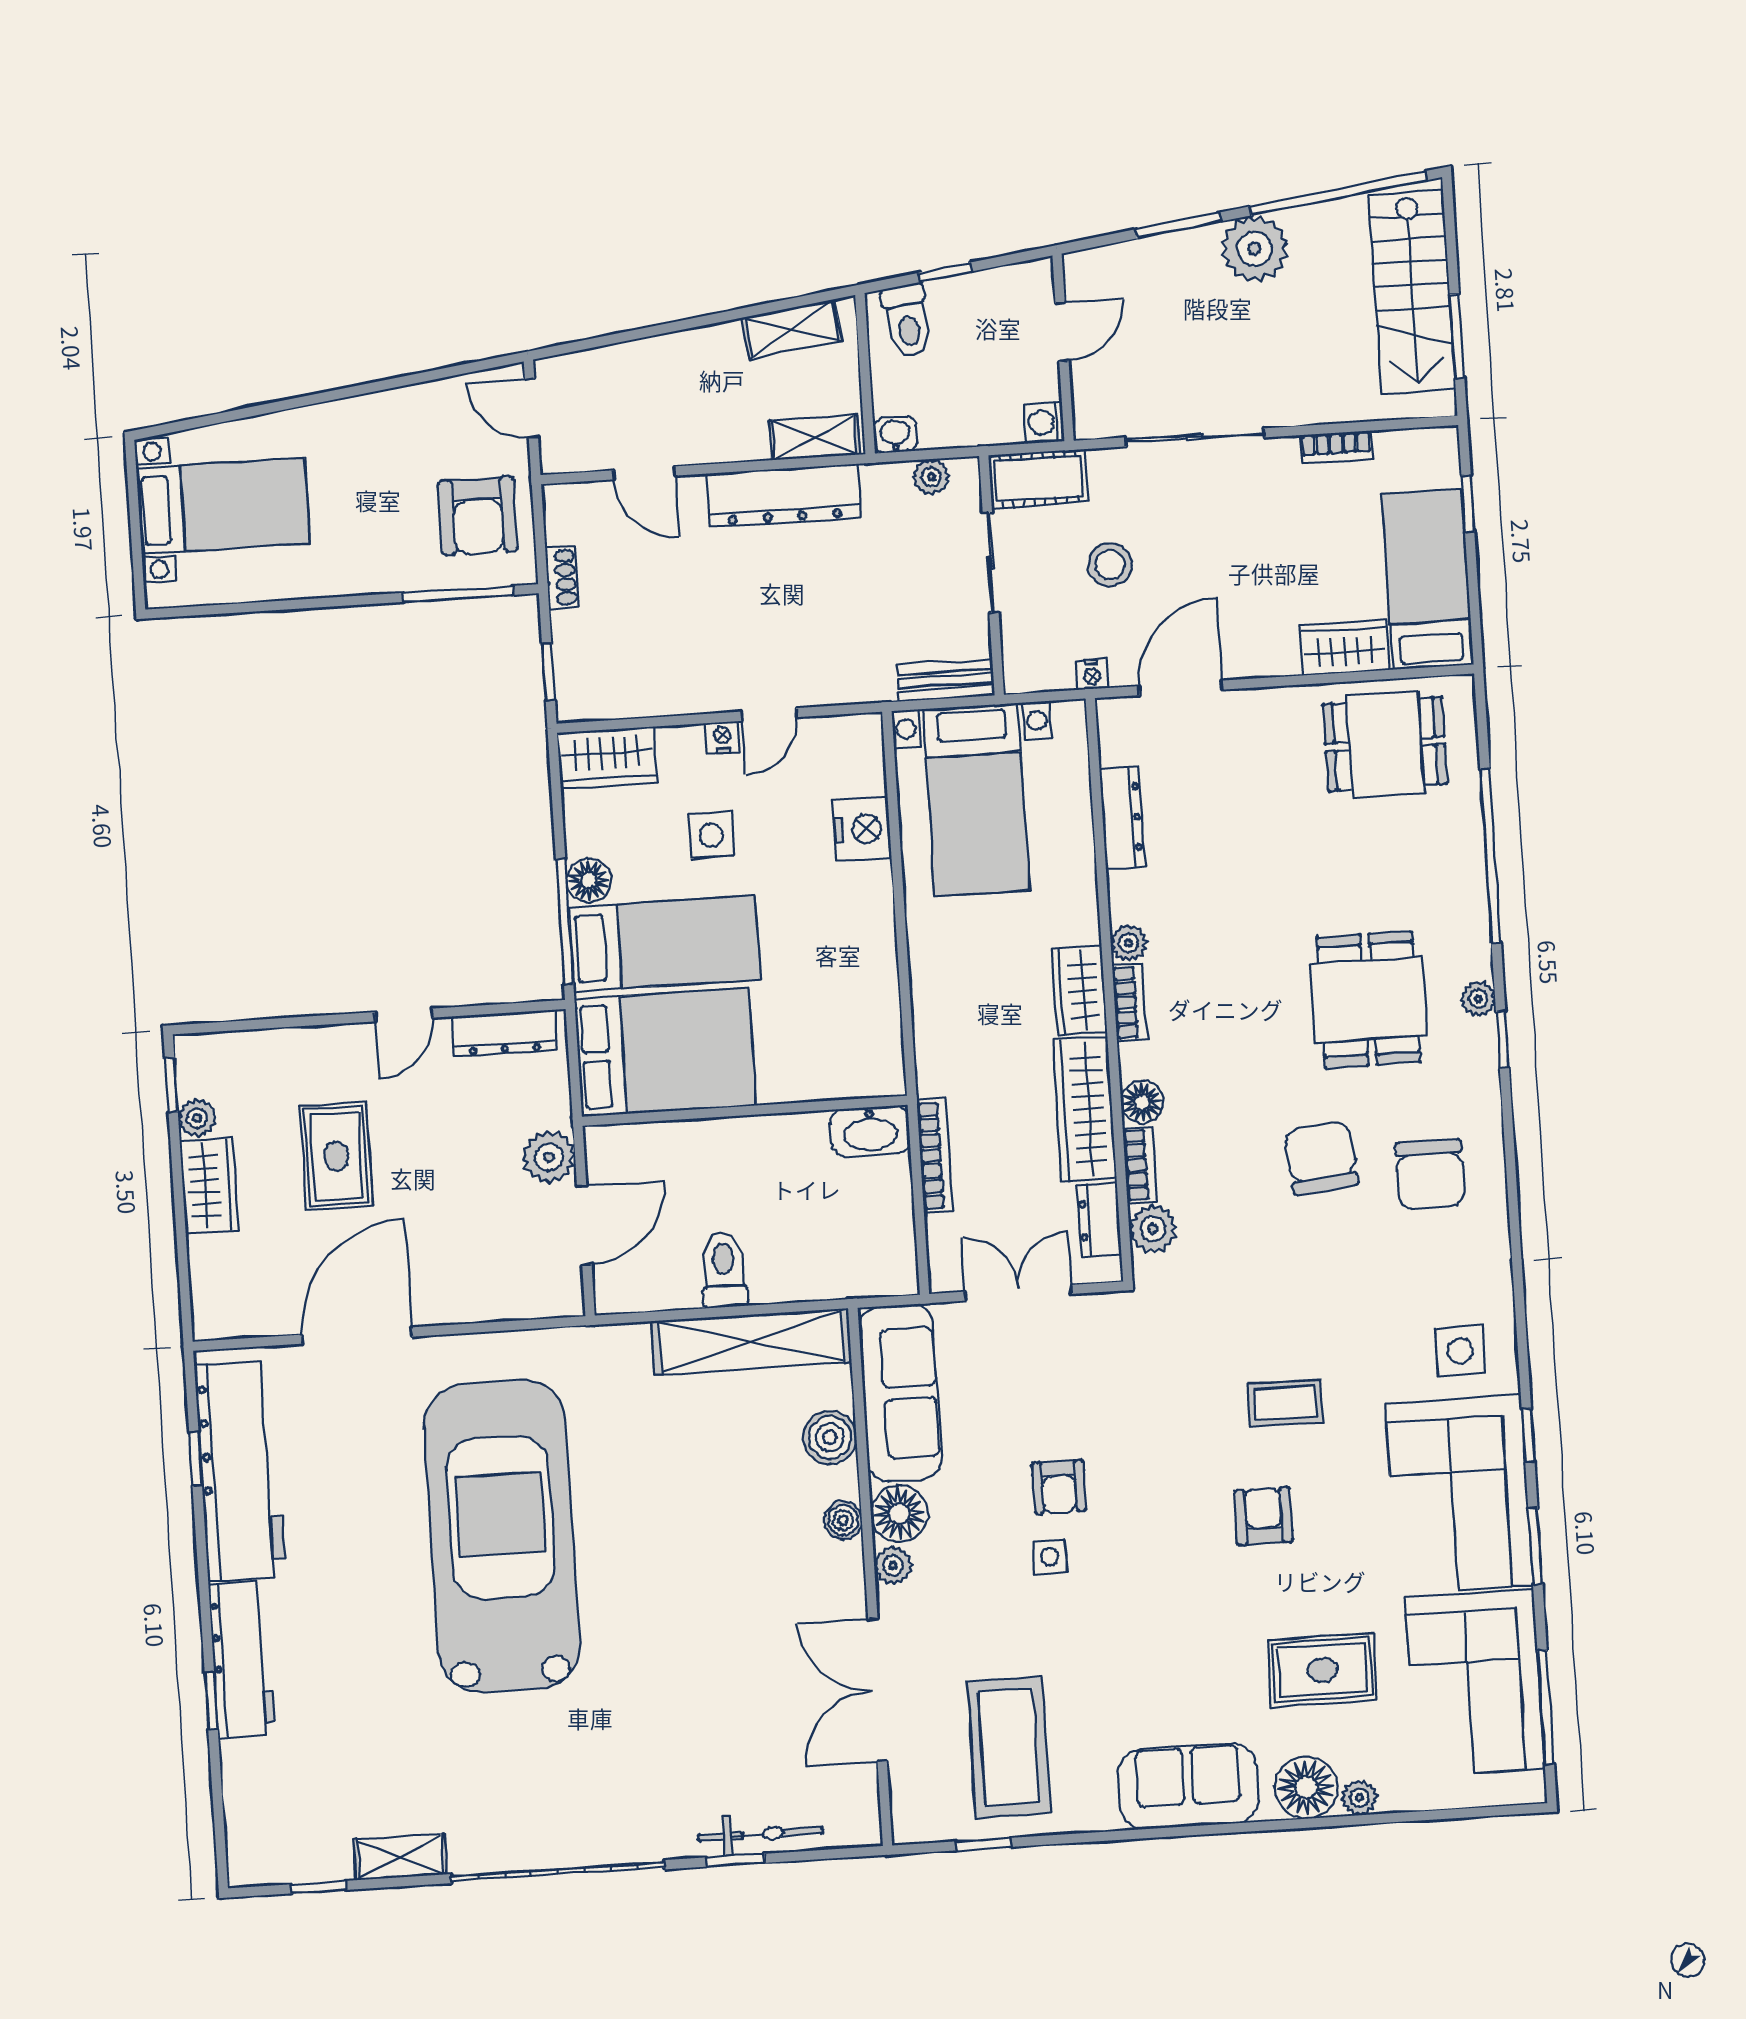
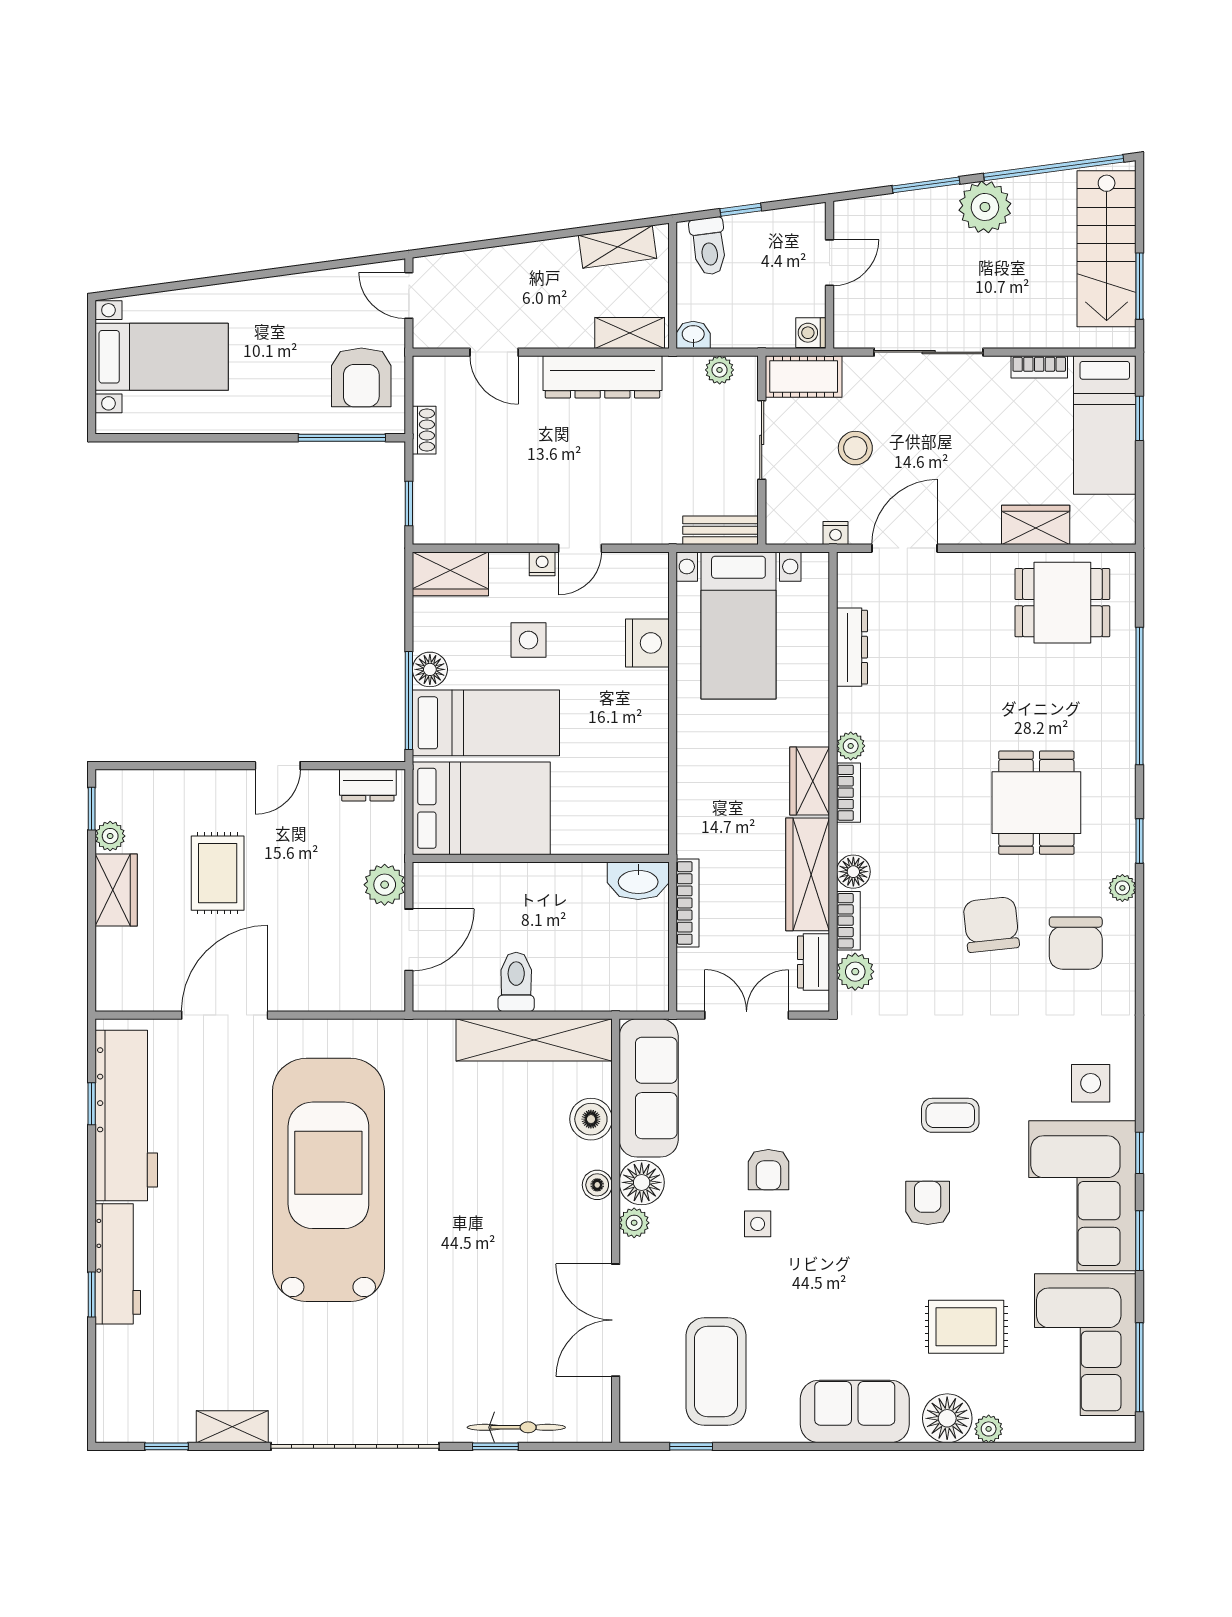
bed: (1427, 579) -> (1105, 425), moved, turned 180
plant: (1478, 999) -> (1122, 888), moved
dresser: (504, 1033) -> (368, 785), width x0.70

